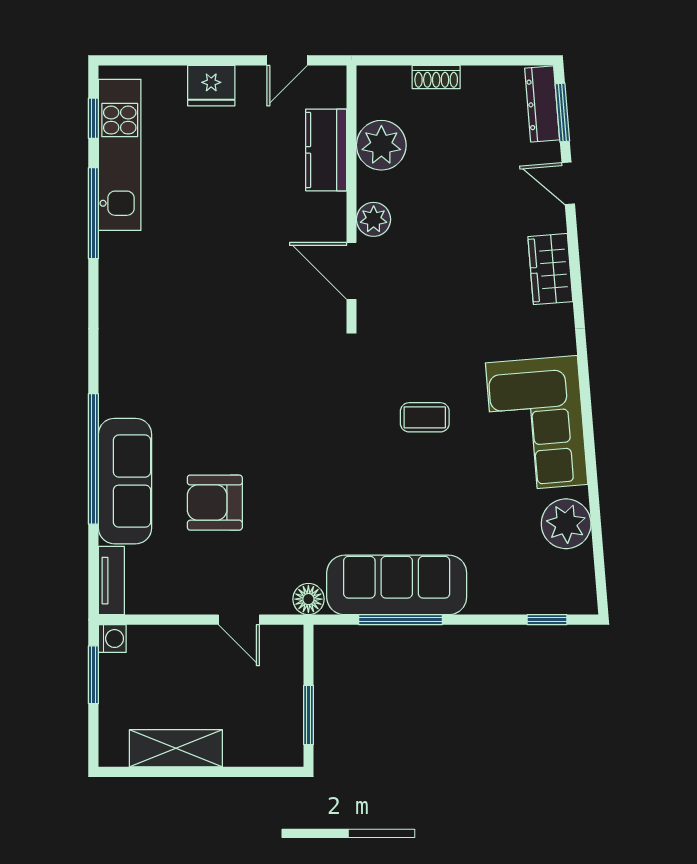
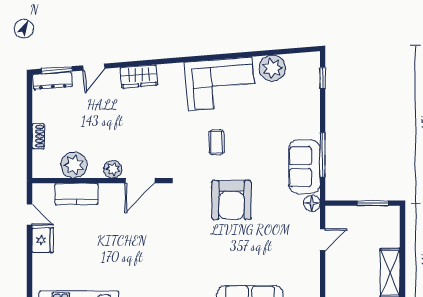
fridge: (211, 86) -> (43, 240), moved
armchair: (215, 503) -> (231, 200), moved, width x1.36, depth x1.36
sofa: (397, 585) -> (304, 167), width x0.73

